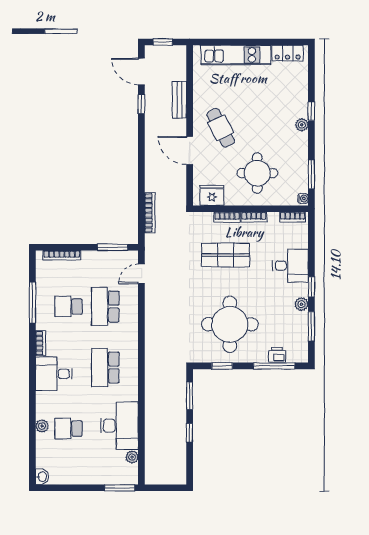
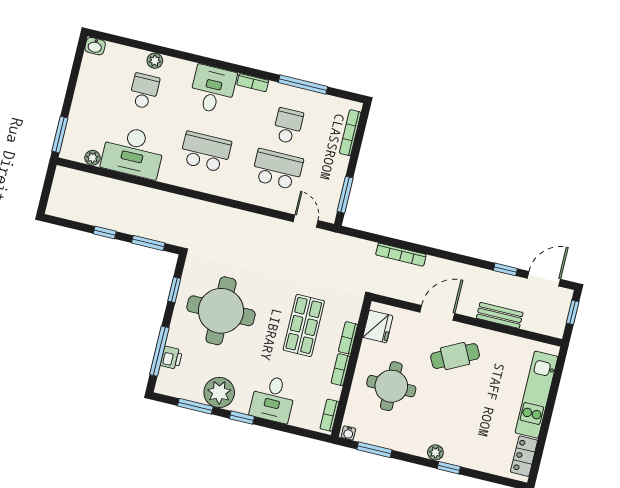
bookcase: (150, 213) -> (401, 255), moved
plant: (302, 304) -> (219, 392), width x1.88, depth x1.88

